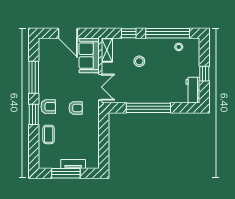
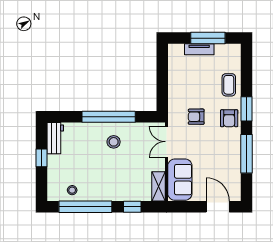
door: (68, 33) -> (218, 207), moved
stool: (139, 61) -> (114, 142), moved
armchair: (48, 107) -> (229, 118), turned -89

